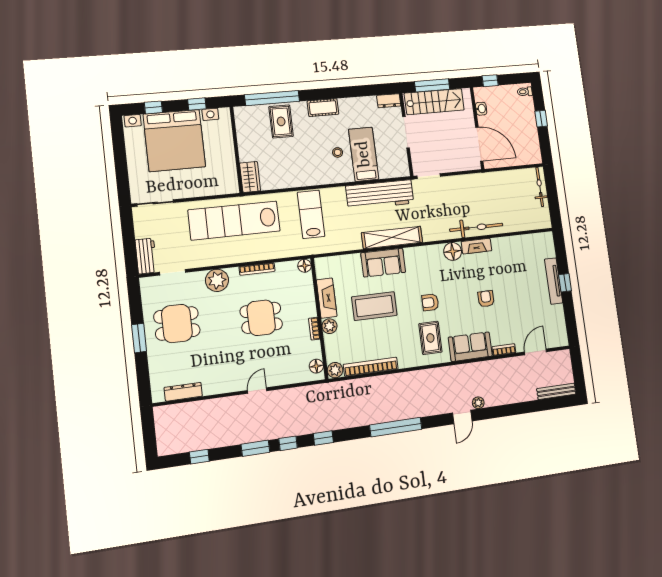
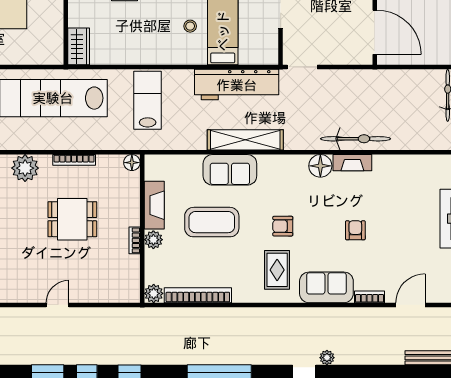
floor lamp: (316, 366) -> (132, 286), removed

